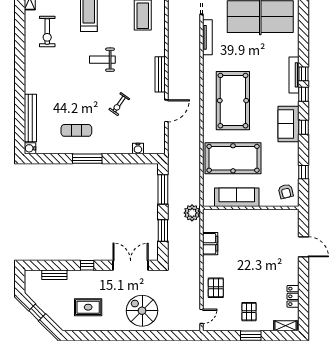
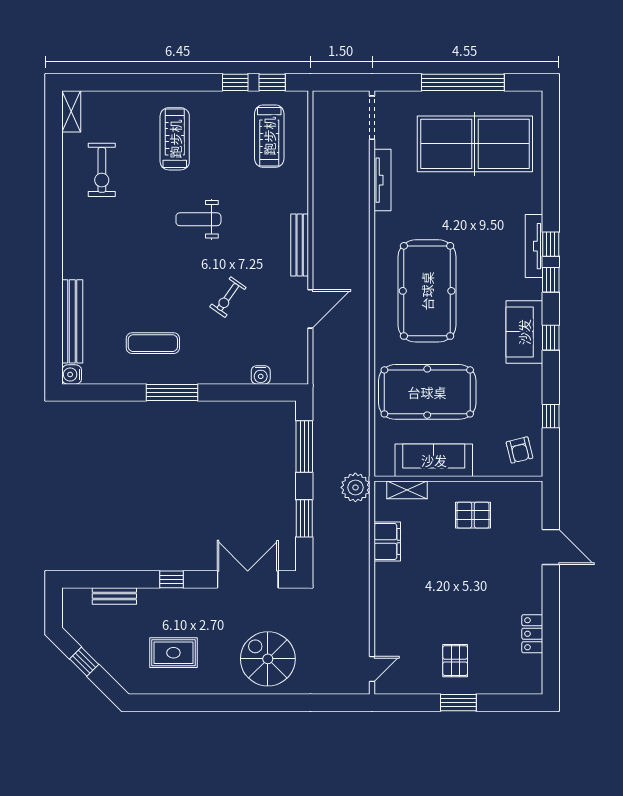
pallet: (216, 288) -> (473, 515), moved, turned 90
shelving: (286, 326) -> (407, 490), moved

